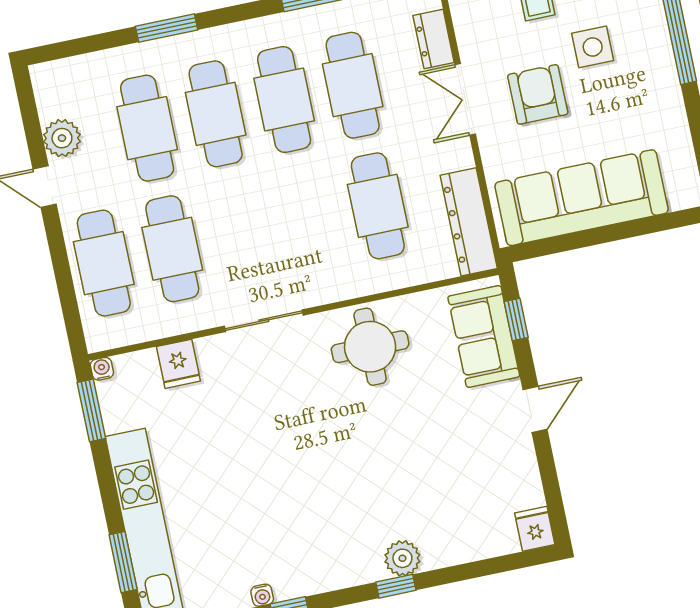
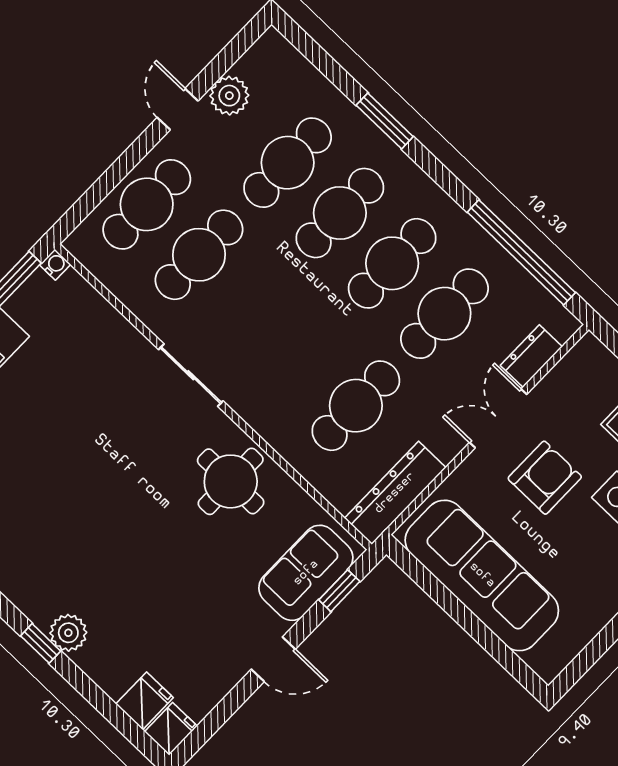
fridge: (178, 364) -> (145, 701), moved, turned 180

